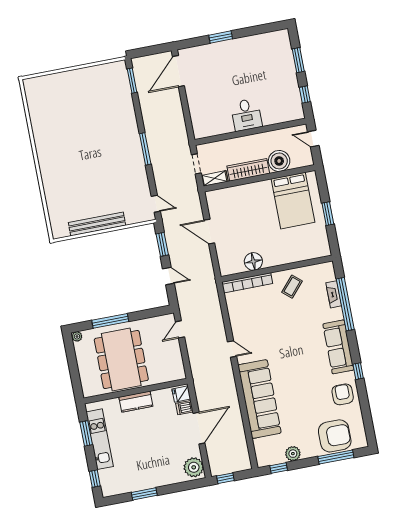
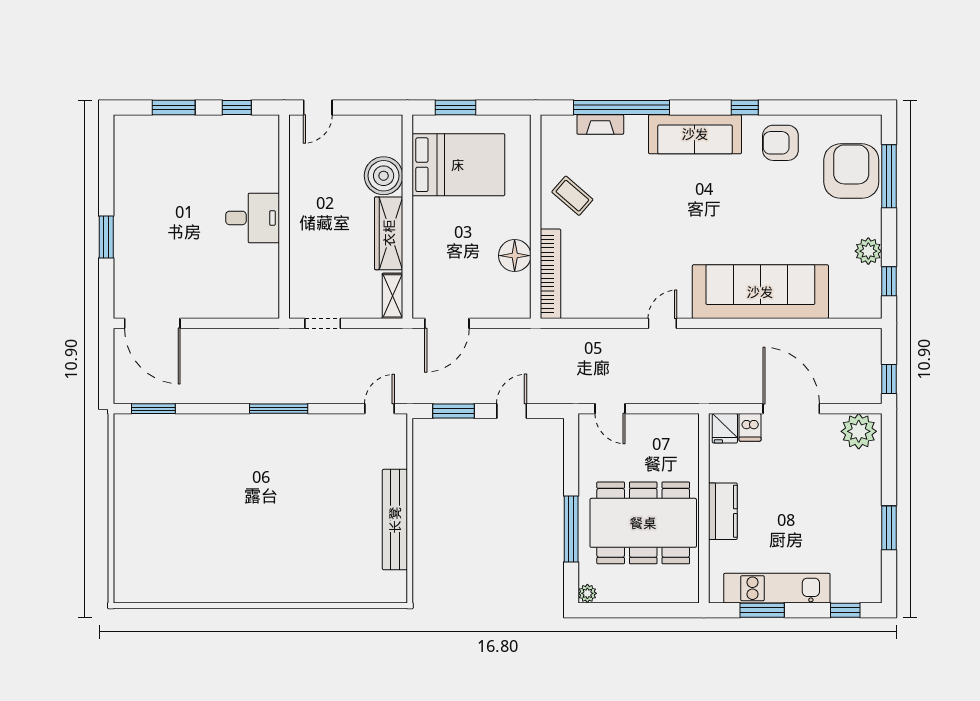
boiler: (279, 161) -> (384, 176), moved
wardrobe: (248, 170) -> (389, 233), moved
shelving: (215, 178) -> (393, 296), moved
wall: (259, 178) -> (407, 217), moved
bed: (293, 201) -> (458, 165), moved

